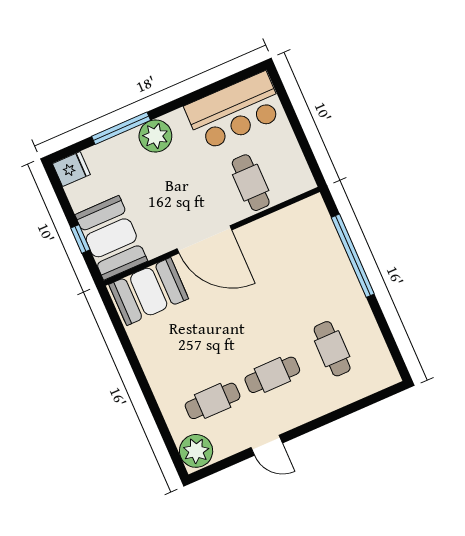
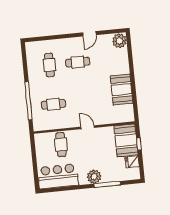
fridge: (71, 169) -> (132, 162), moved
door: (204, 239) -> (88, 127), width x0.53
booth: (149, 292) -> (122, 90), moved, turned 90
cafe table: (213, 401) -> (53, 104), moved
door: (267, 445) -> (89, 34), swing flipped

